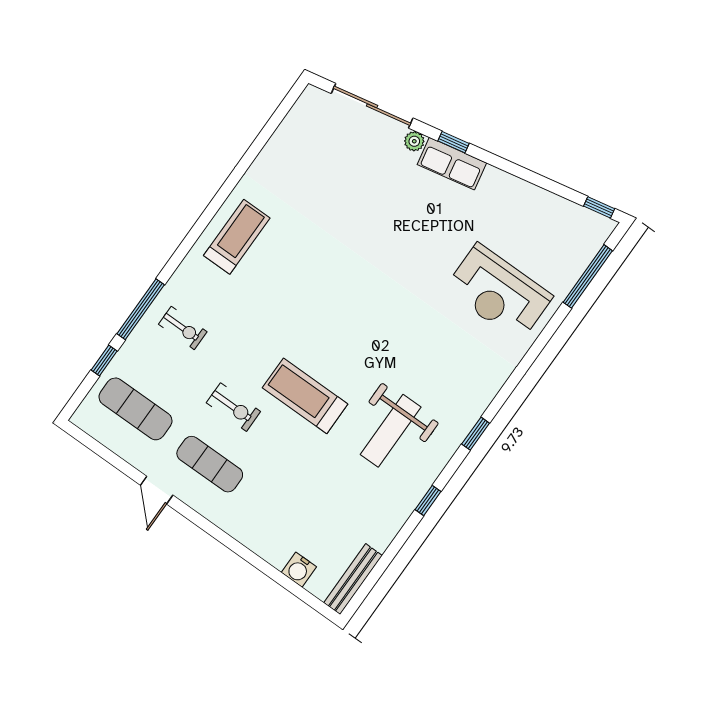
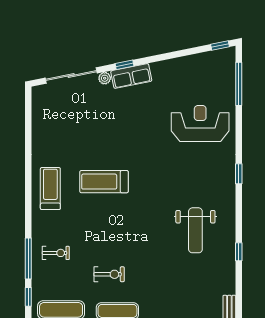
reception desk: (499, 293) -> (200, 124), turned 180
treadmill: (305, 396) -> (104, 182), moved
window: (476, 434) -> (239, 174), moved

